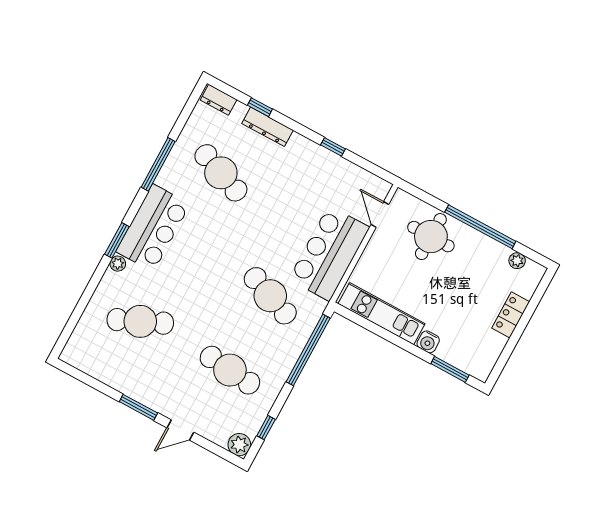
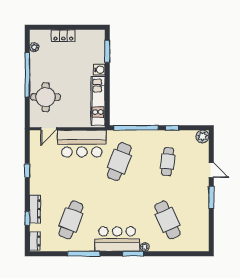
cafe table: (230, 370) -> (168, 162), width x0.73, depth x0.74
window: (266, 428) -> (172, 128), moved

